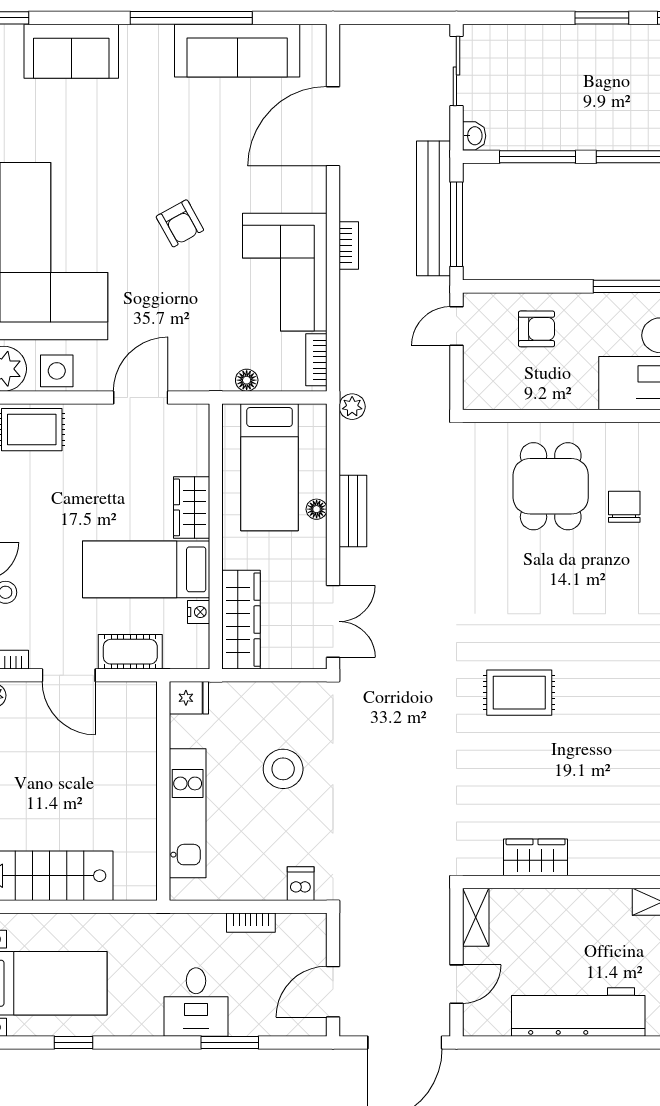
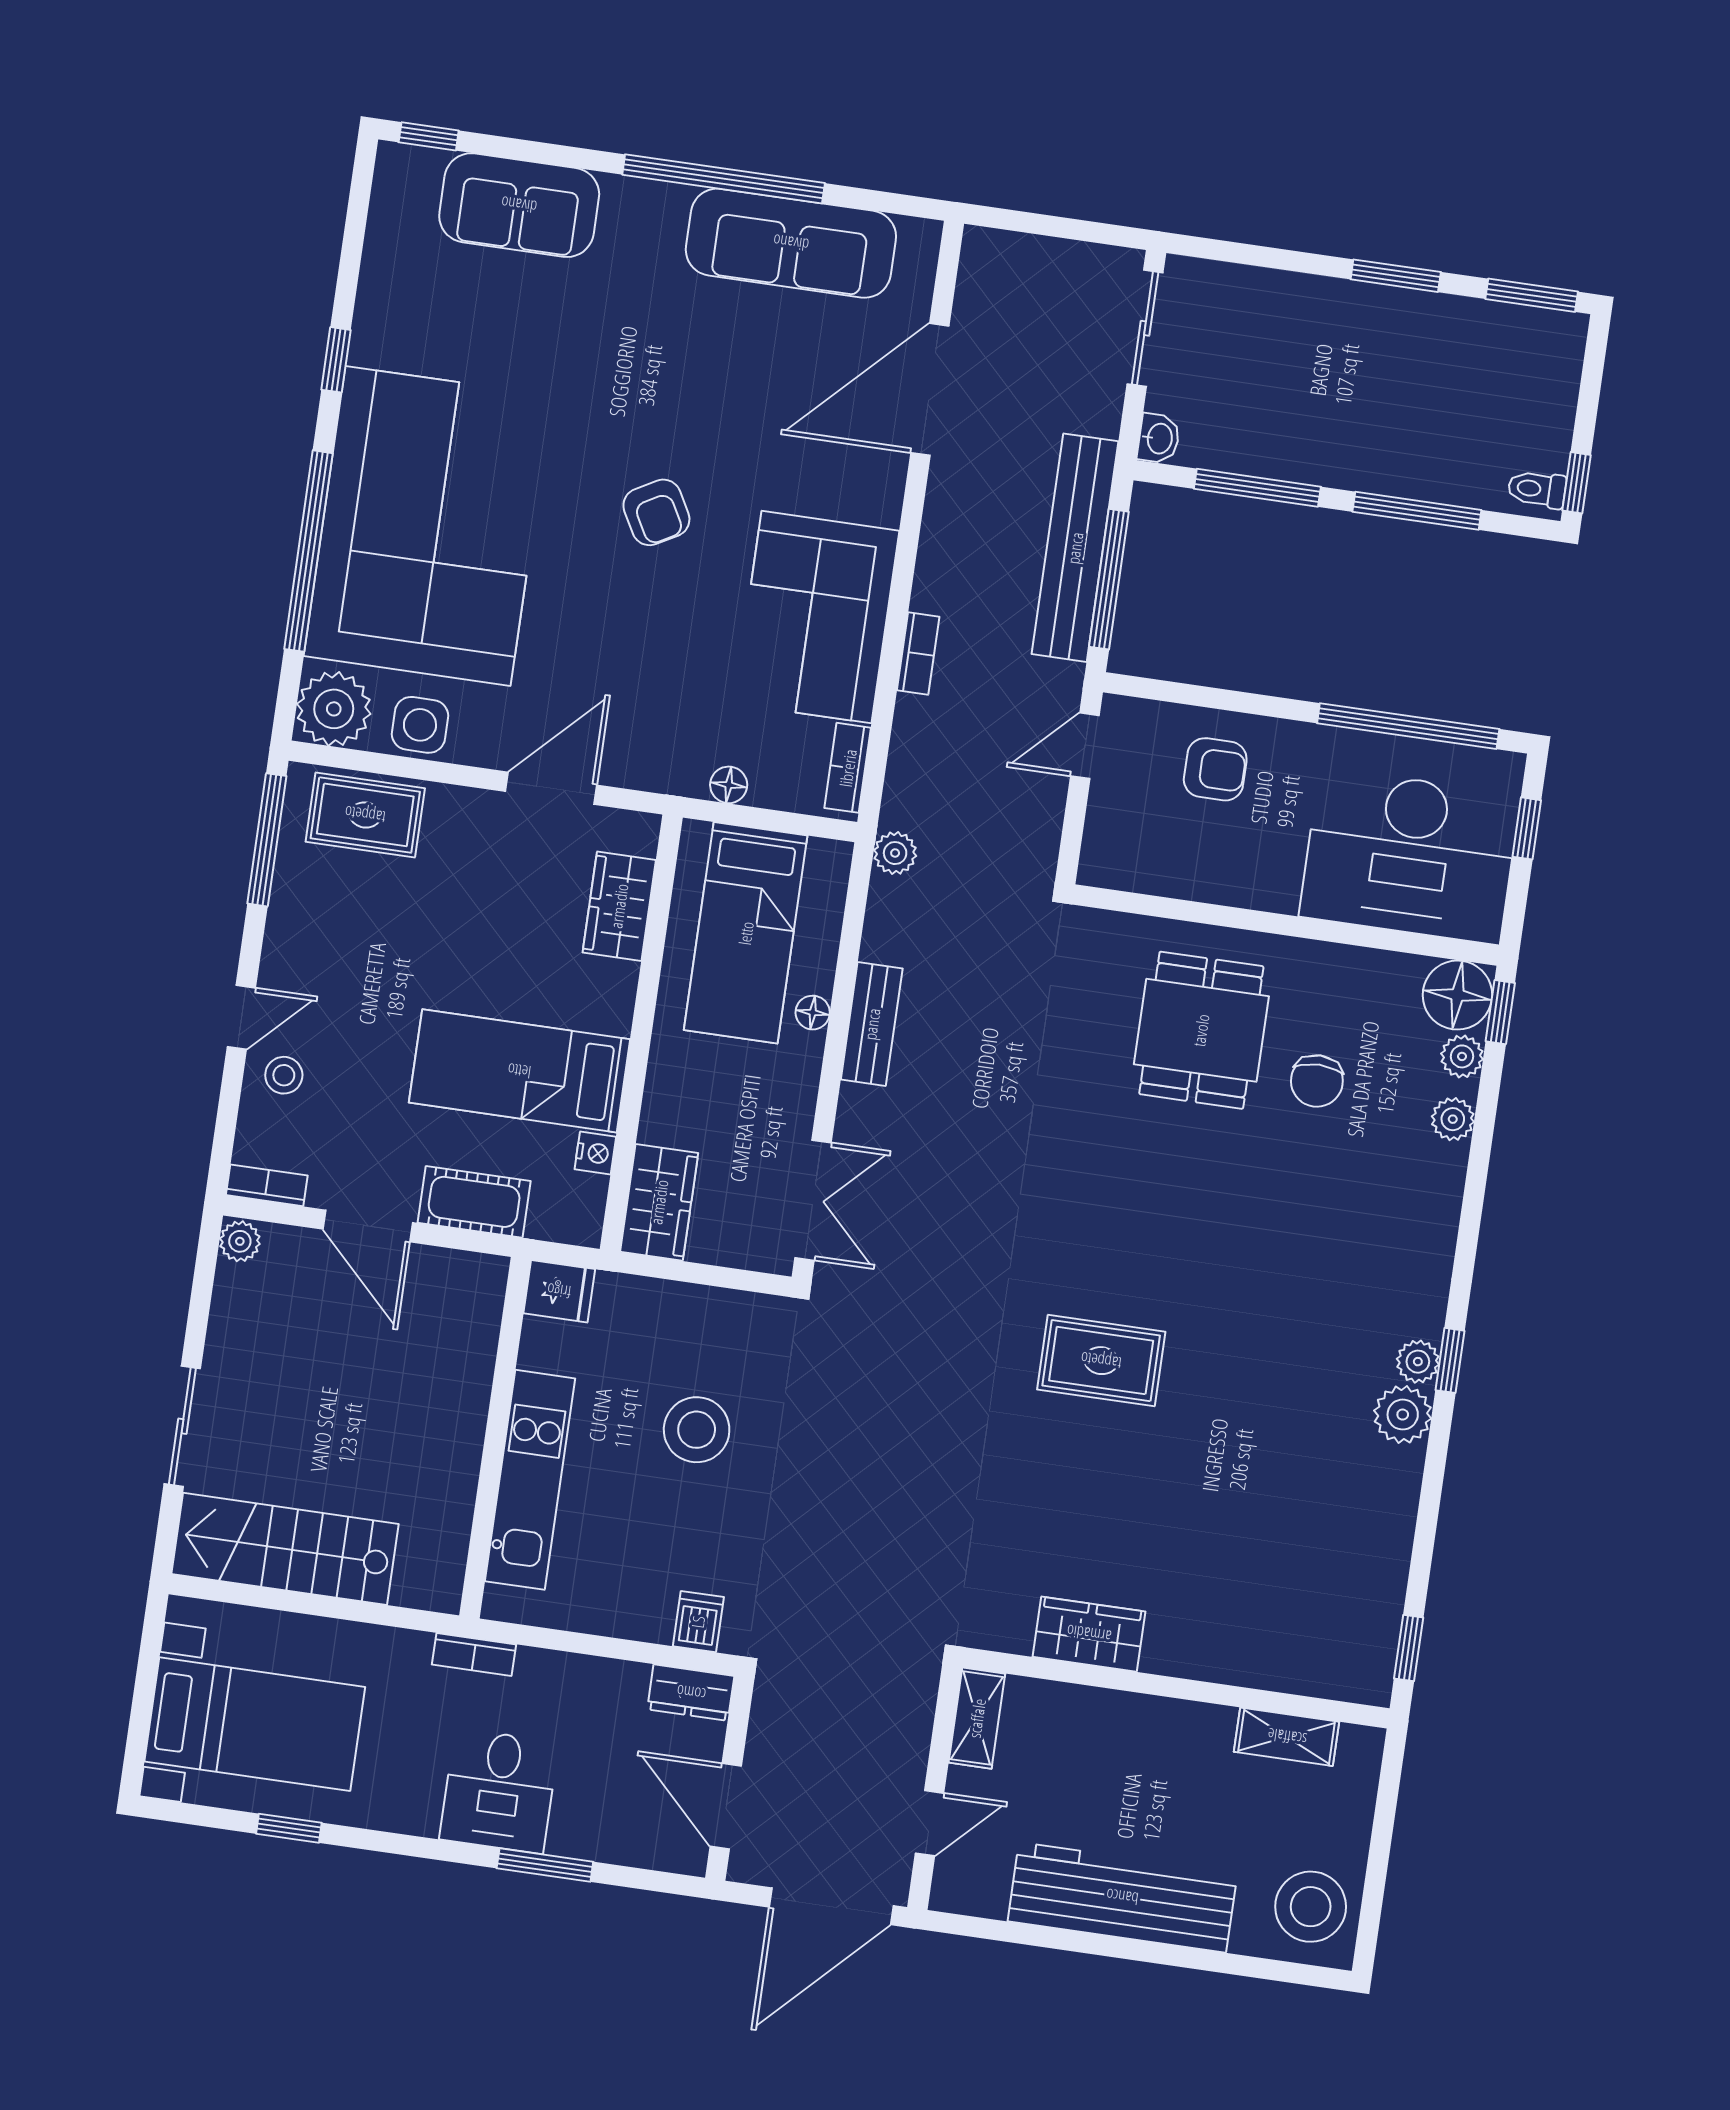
bookcase: (349, 245) -> (918, 653), moved
wardrobe: (192, 507) -> (619, 906), moved
chair: (624, 507) -> (1317, 1081), turned 180
wardrobe: (241, 620) -> (659, 1202), width x0.67
bookcase: (251, 923) -> (474, 1655), moved
dresser: (302, 927) -> (691, 1693), added
door: (333, 992) -> (726, 1806), hinge flipped

